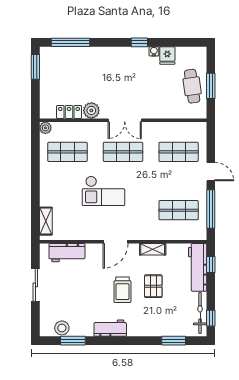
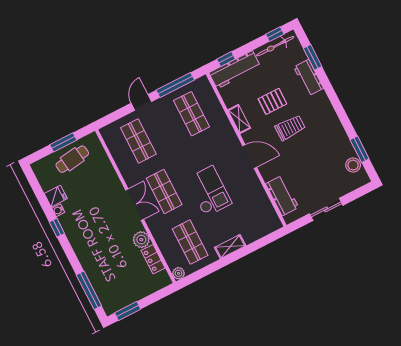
shelving: (46, 221) -> (230, 247), moved
workbench: (110, 328) -> (309, 78), moved

